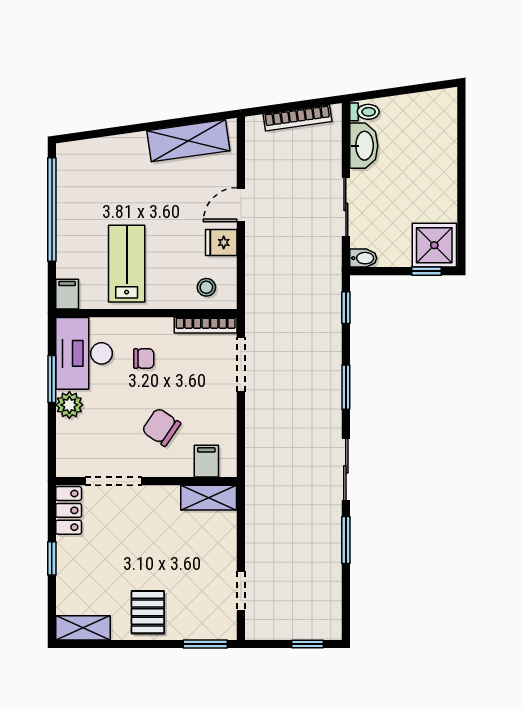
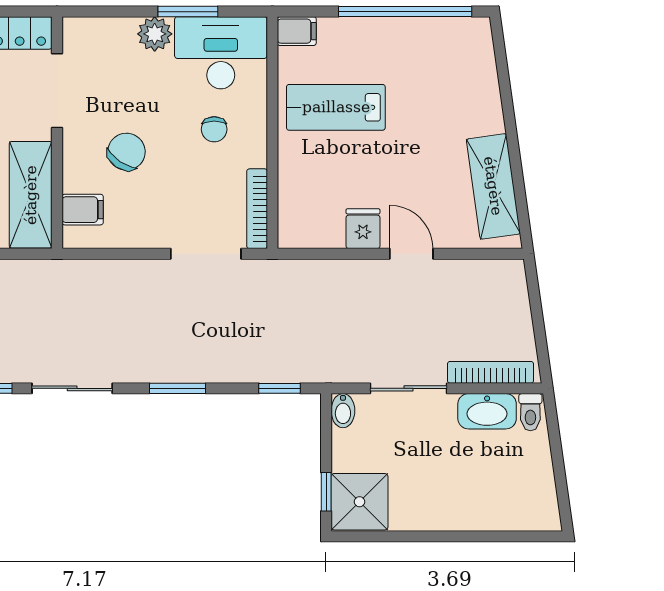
bookcase: (297, 118) -> (490, 372), moved, turned 98
lab bench: (127, 264) -> (336, 107), turned 180
stool: (206, 287) -> (306, 210), removed
shelving: (209, 498) -> (31, 195), width x1.50, depth x1.33

